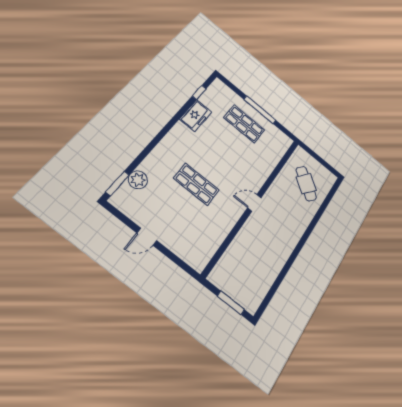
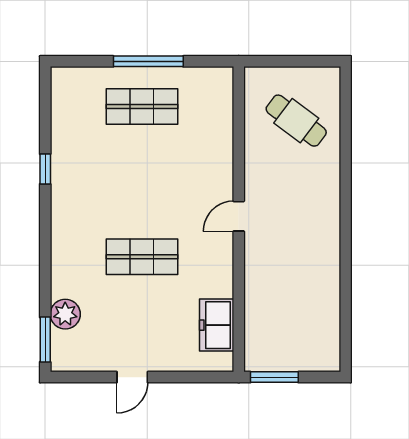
window: (199, 92) -> (45, 169), moved
freezer: (196, 116) -> (217, 325), moved, turned 180
window: (231, 303) -> (274, 377), moved

